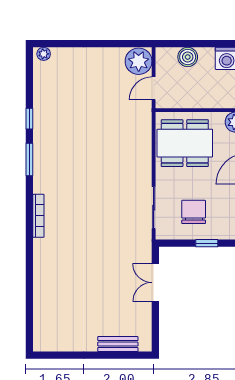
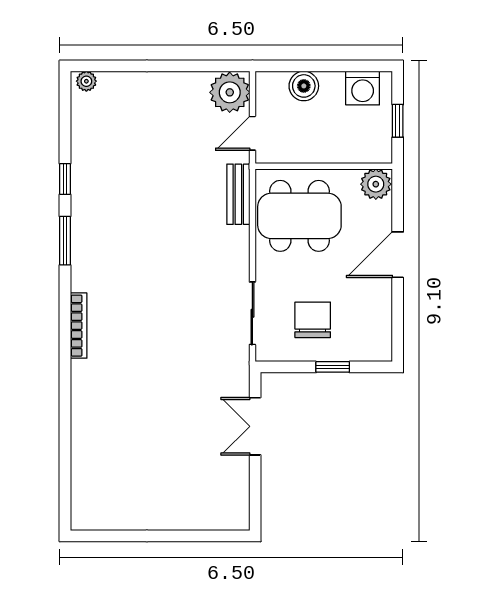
bench: (118, 344) -> (238, 194), moved, turned 90

